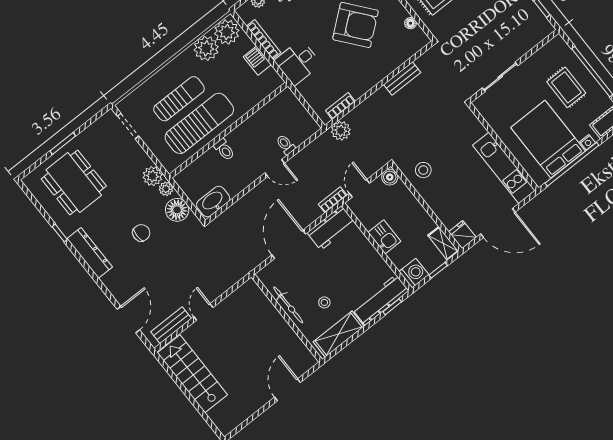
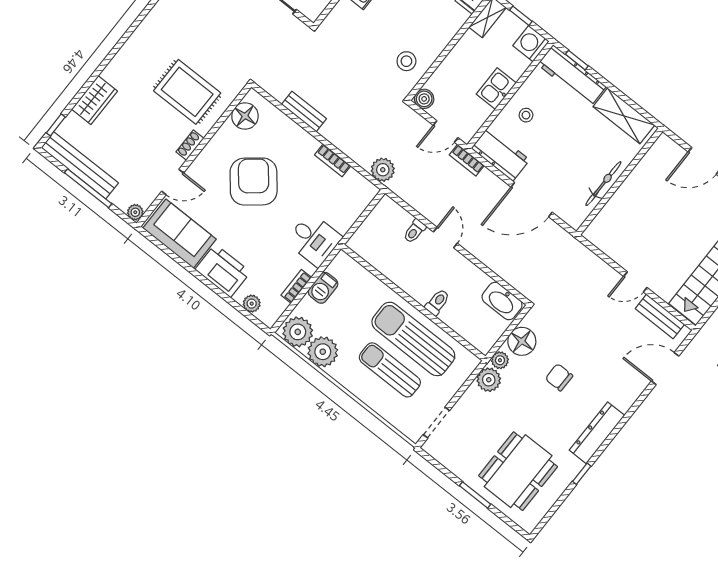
floor lamp: (410, 23) -> (245, 116), width x1.89, depth x1.89
bookcase: (264, 39) -> (296, 286), width x0.64
bookcase: (340, 106) -> (333, 160), moved
stool: (324, 302) -> (526, 115), moved

